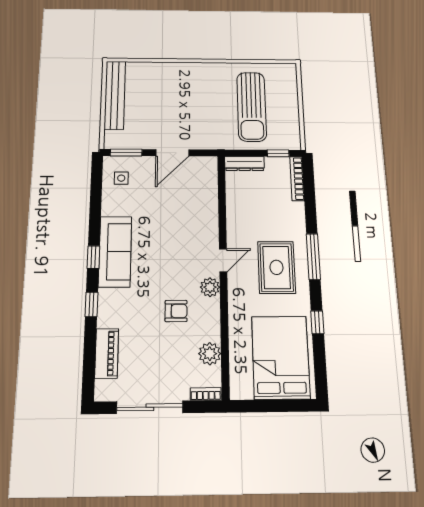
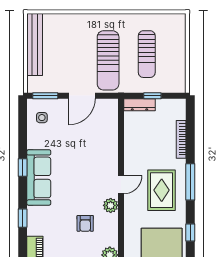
sun lounger: (252, 107) -> (147, 54), width x0.73, depth x0.75
sun lounger: (205, 113) -> (108, 60), added
window: (278, 153) -> (152, 96), moved
bookcase: (297, 179) -> (181, 139), moved
window: (93, 257) -> (23, 168), moved
armchair: (176, 311) -> (85, 223), turned 90

